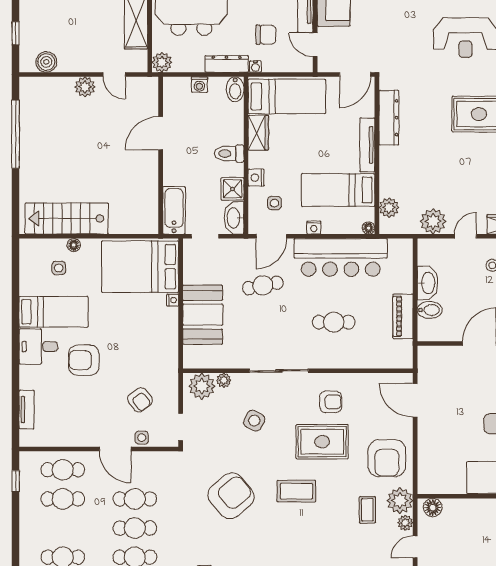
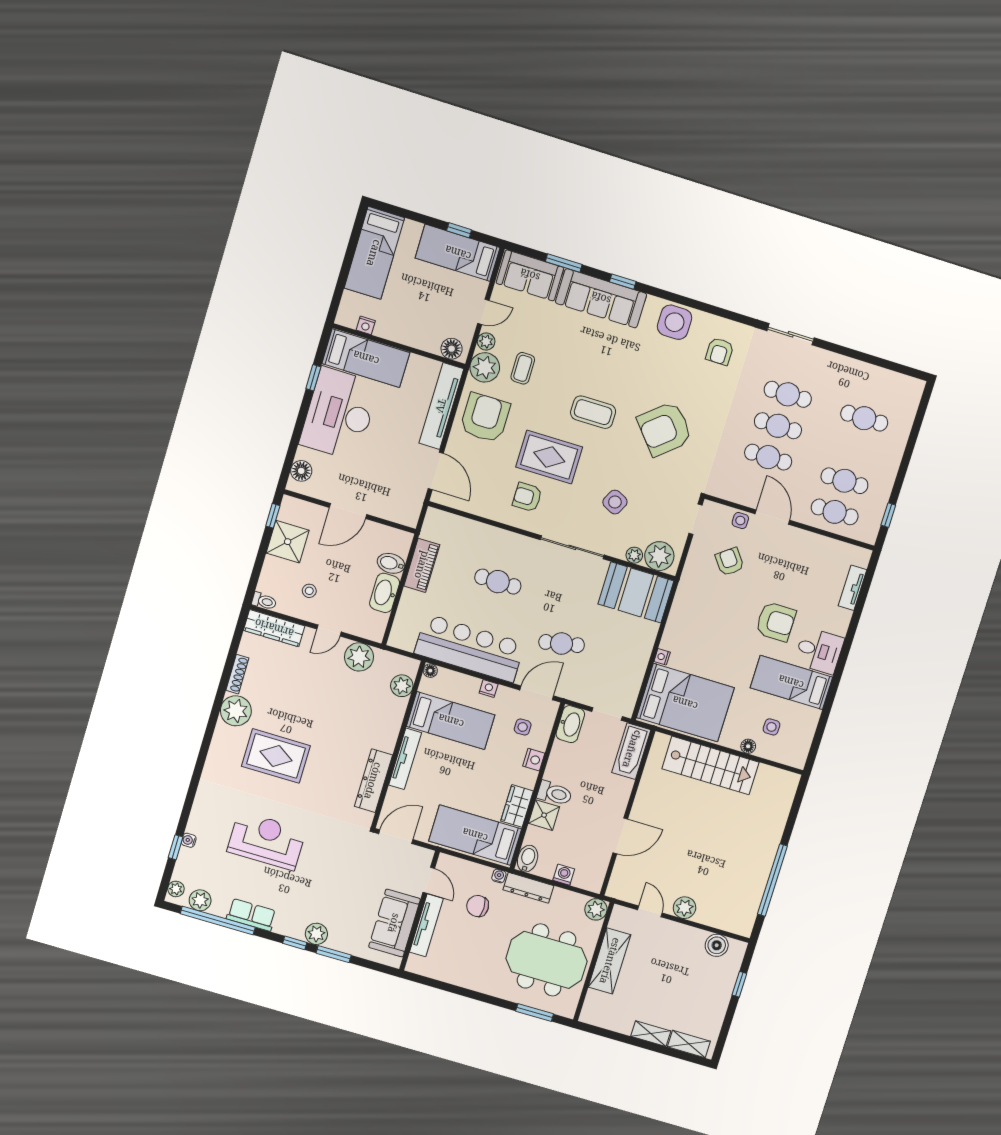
shower: (232, 189) -> (544, 815), moved
stairs: (67, 218) -> (710, 765), moved
booth: (203, 315) -> (636, 592), moved, turned 90
tv unit: (427, 457) -> (441, 406), added

